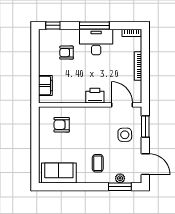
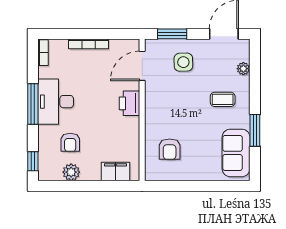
plant: (45, 53) -> (71, 172), added
window: (120, 187) -> (255, 130), moved

